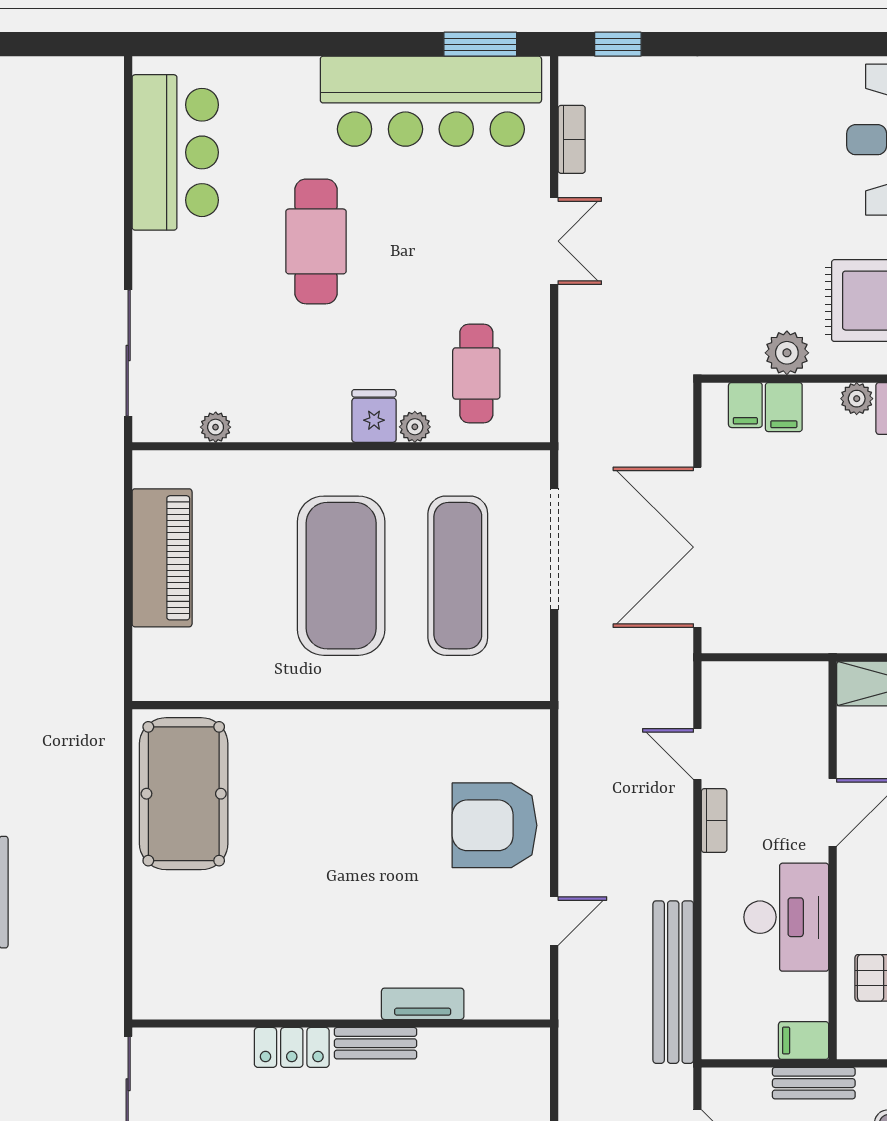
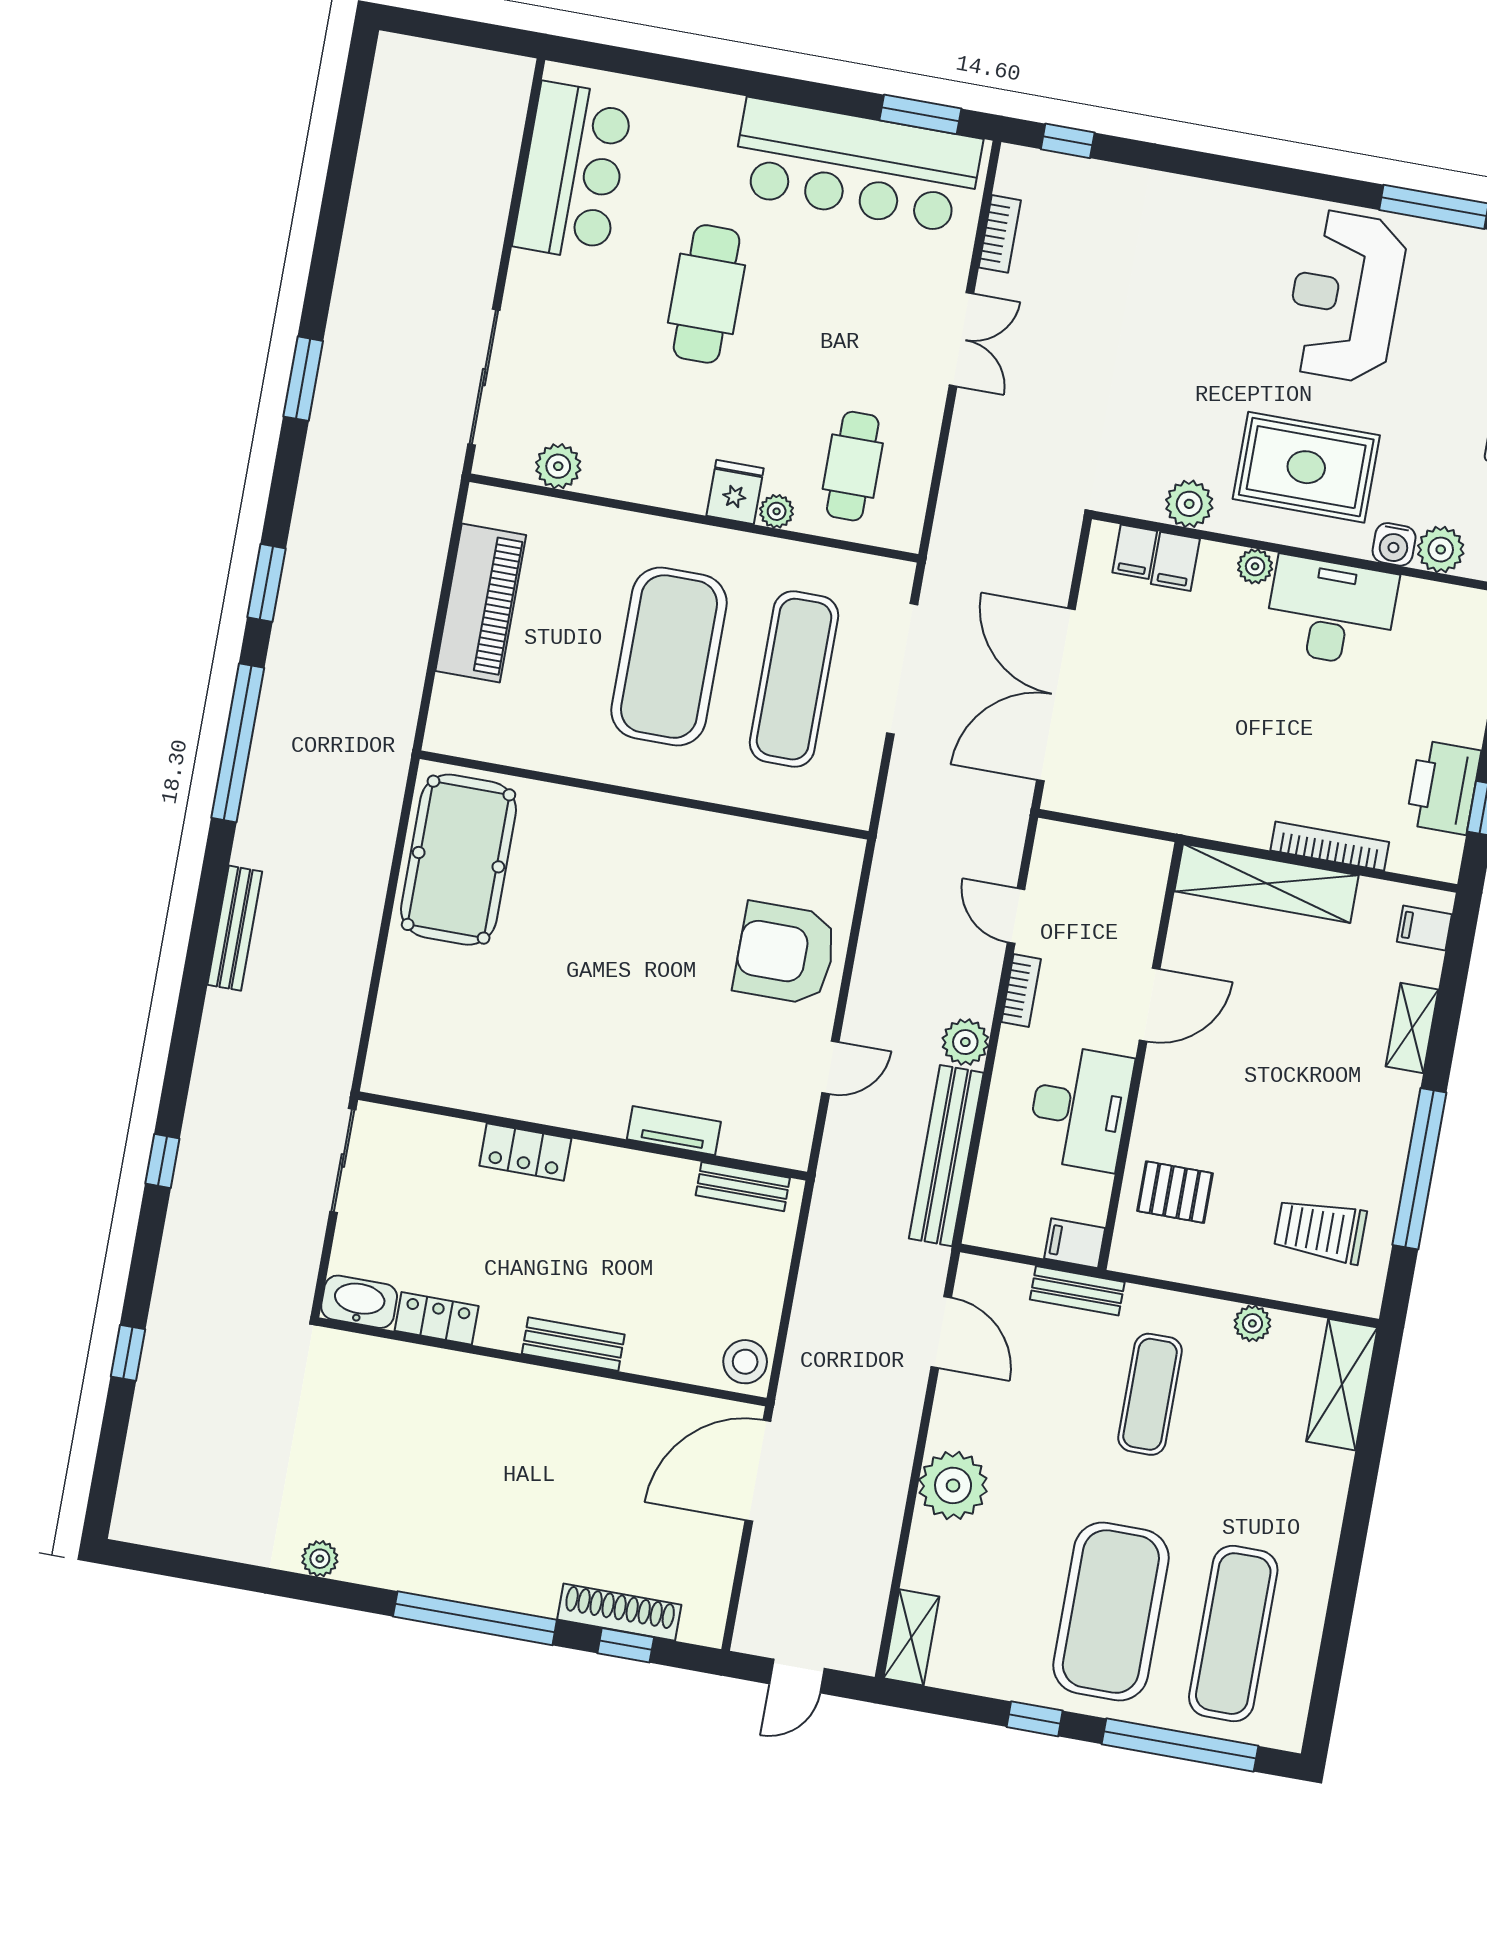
plant: (216, 427) -> (558, 466), width x1.38, depth x1.38
plant: (672, 876) -> (965, 1042), added
bench: (376, 1043) -> (743, 1187), moved

